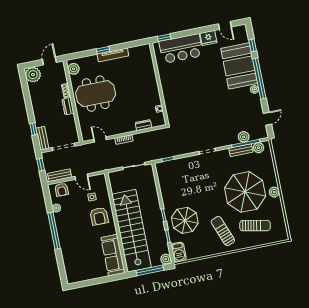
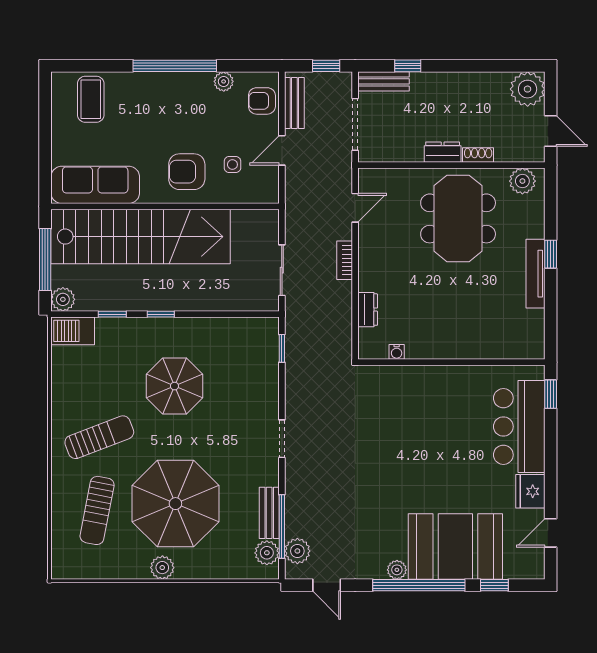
plant: (244, 137) -> (297, 551), moved
parasol: (185, 220) -> (174, 386), moved
coffee table: (76, 265) -> (91, 99), added

